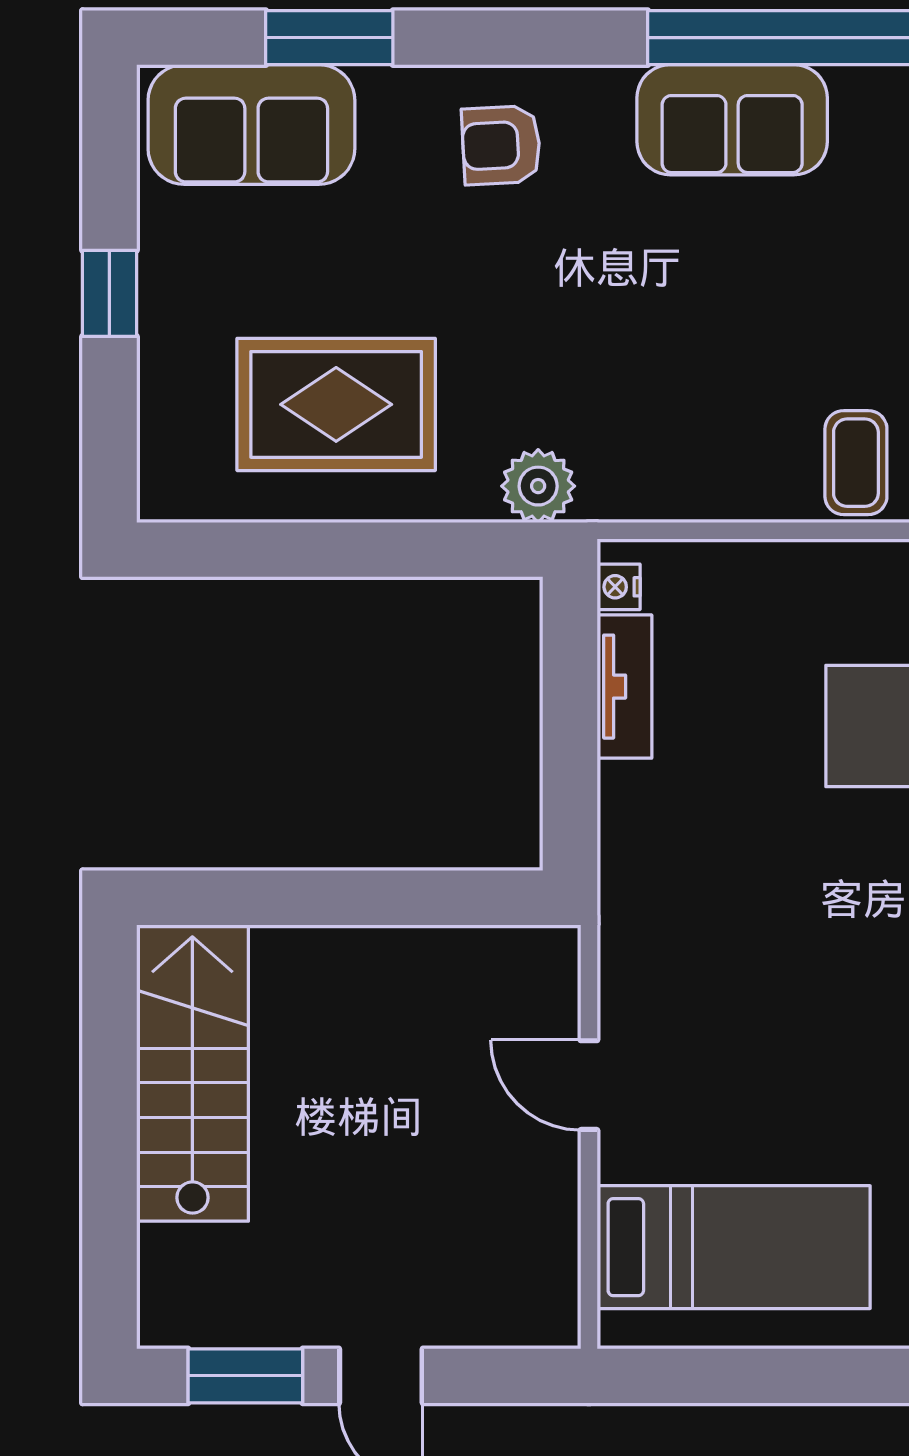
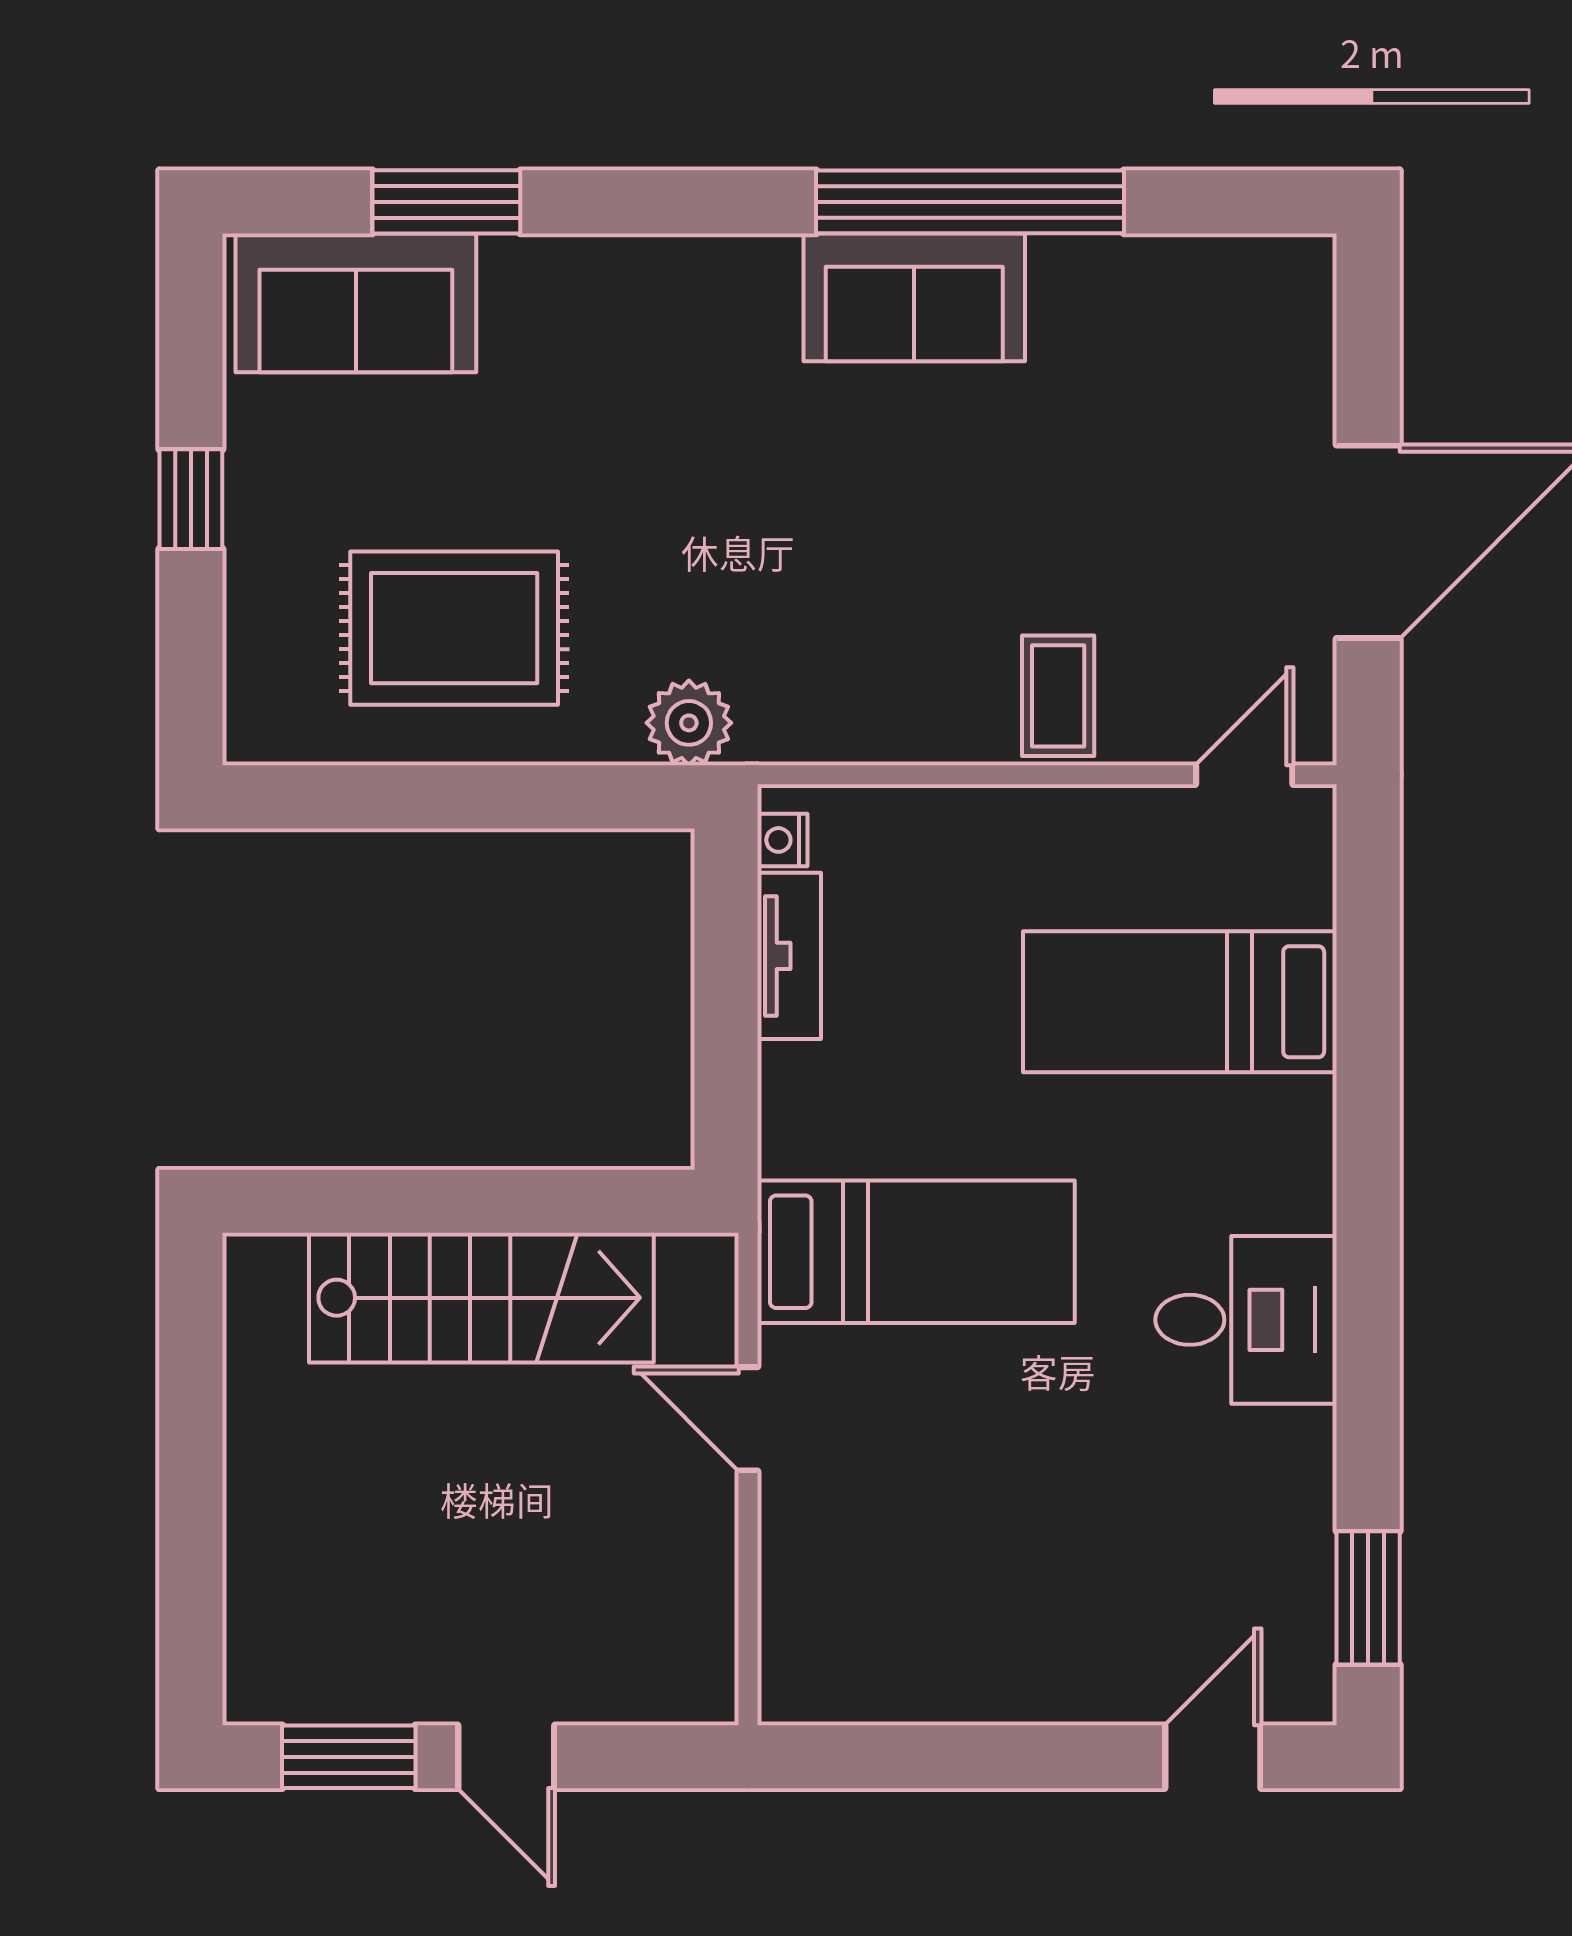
armchair: (501, 145) -> (646, 327), removed
stairs: (192, 1073) -> (481, 1298), moved, turned 90
bed: (734, 1247) -> (916, 1252), moved

